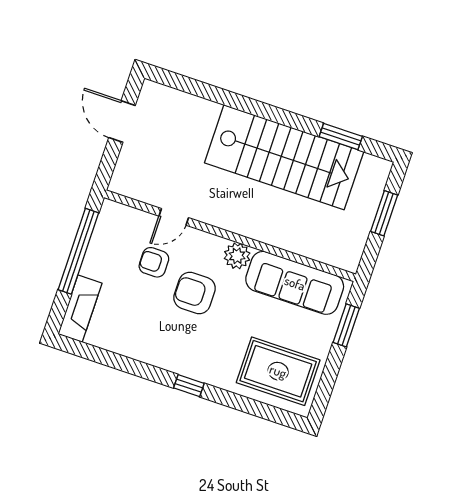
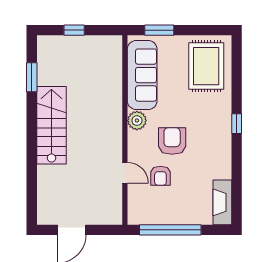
stairs: (284, 157) -> (51, 125), width x0.73, depth x0.66
window: (384, 213) -> (74, 30), width x0.67
armchair: (195, 293) -> (172, 141), turned 180
fireplace: (80, 309) -> (222, 202), moved, turned -90

